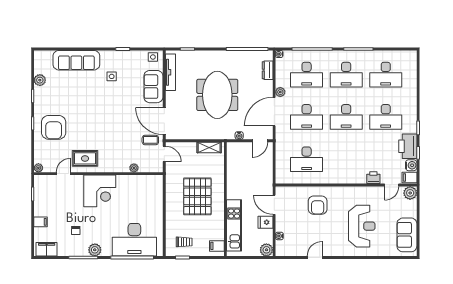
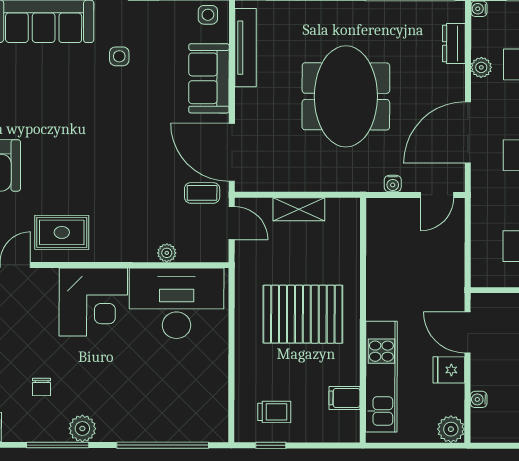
plant: (280, 92) -> (481, 67), moved
shelving: (209, 148) -> (299, 209), moved
pallet: (197, 196) -> (303, 314), turned 90
desk: (134, 240) -> (177, 303), moved, turned 180
filing cabinet: (217, 246) -> (344, 398), moved

